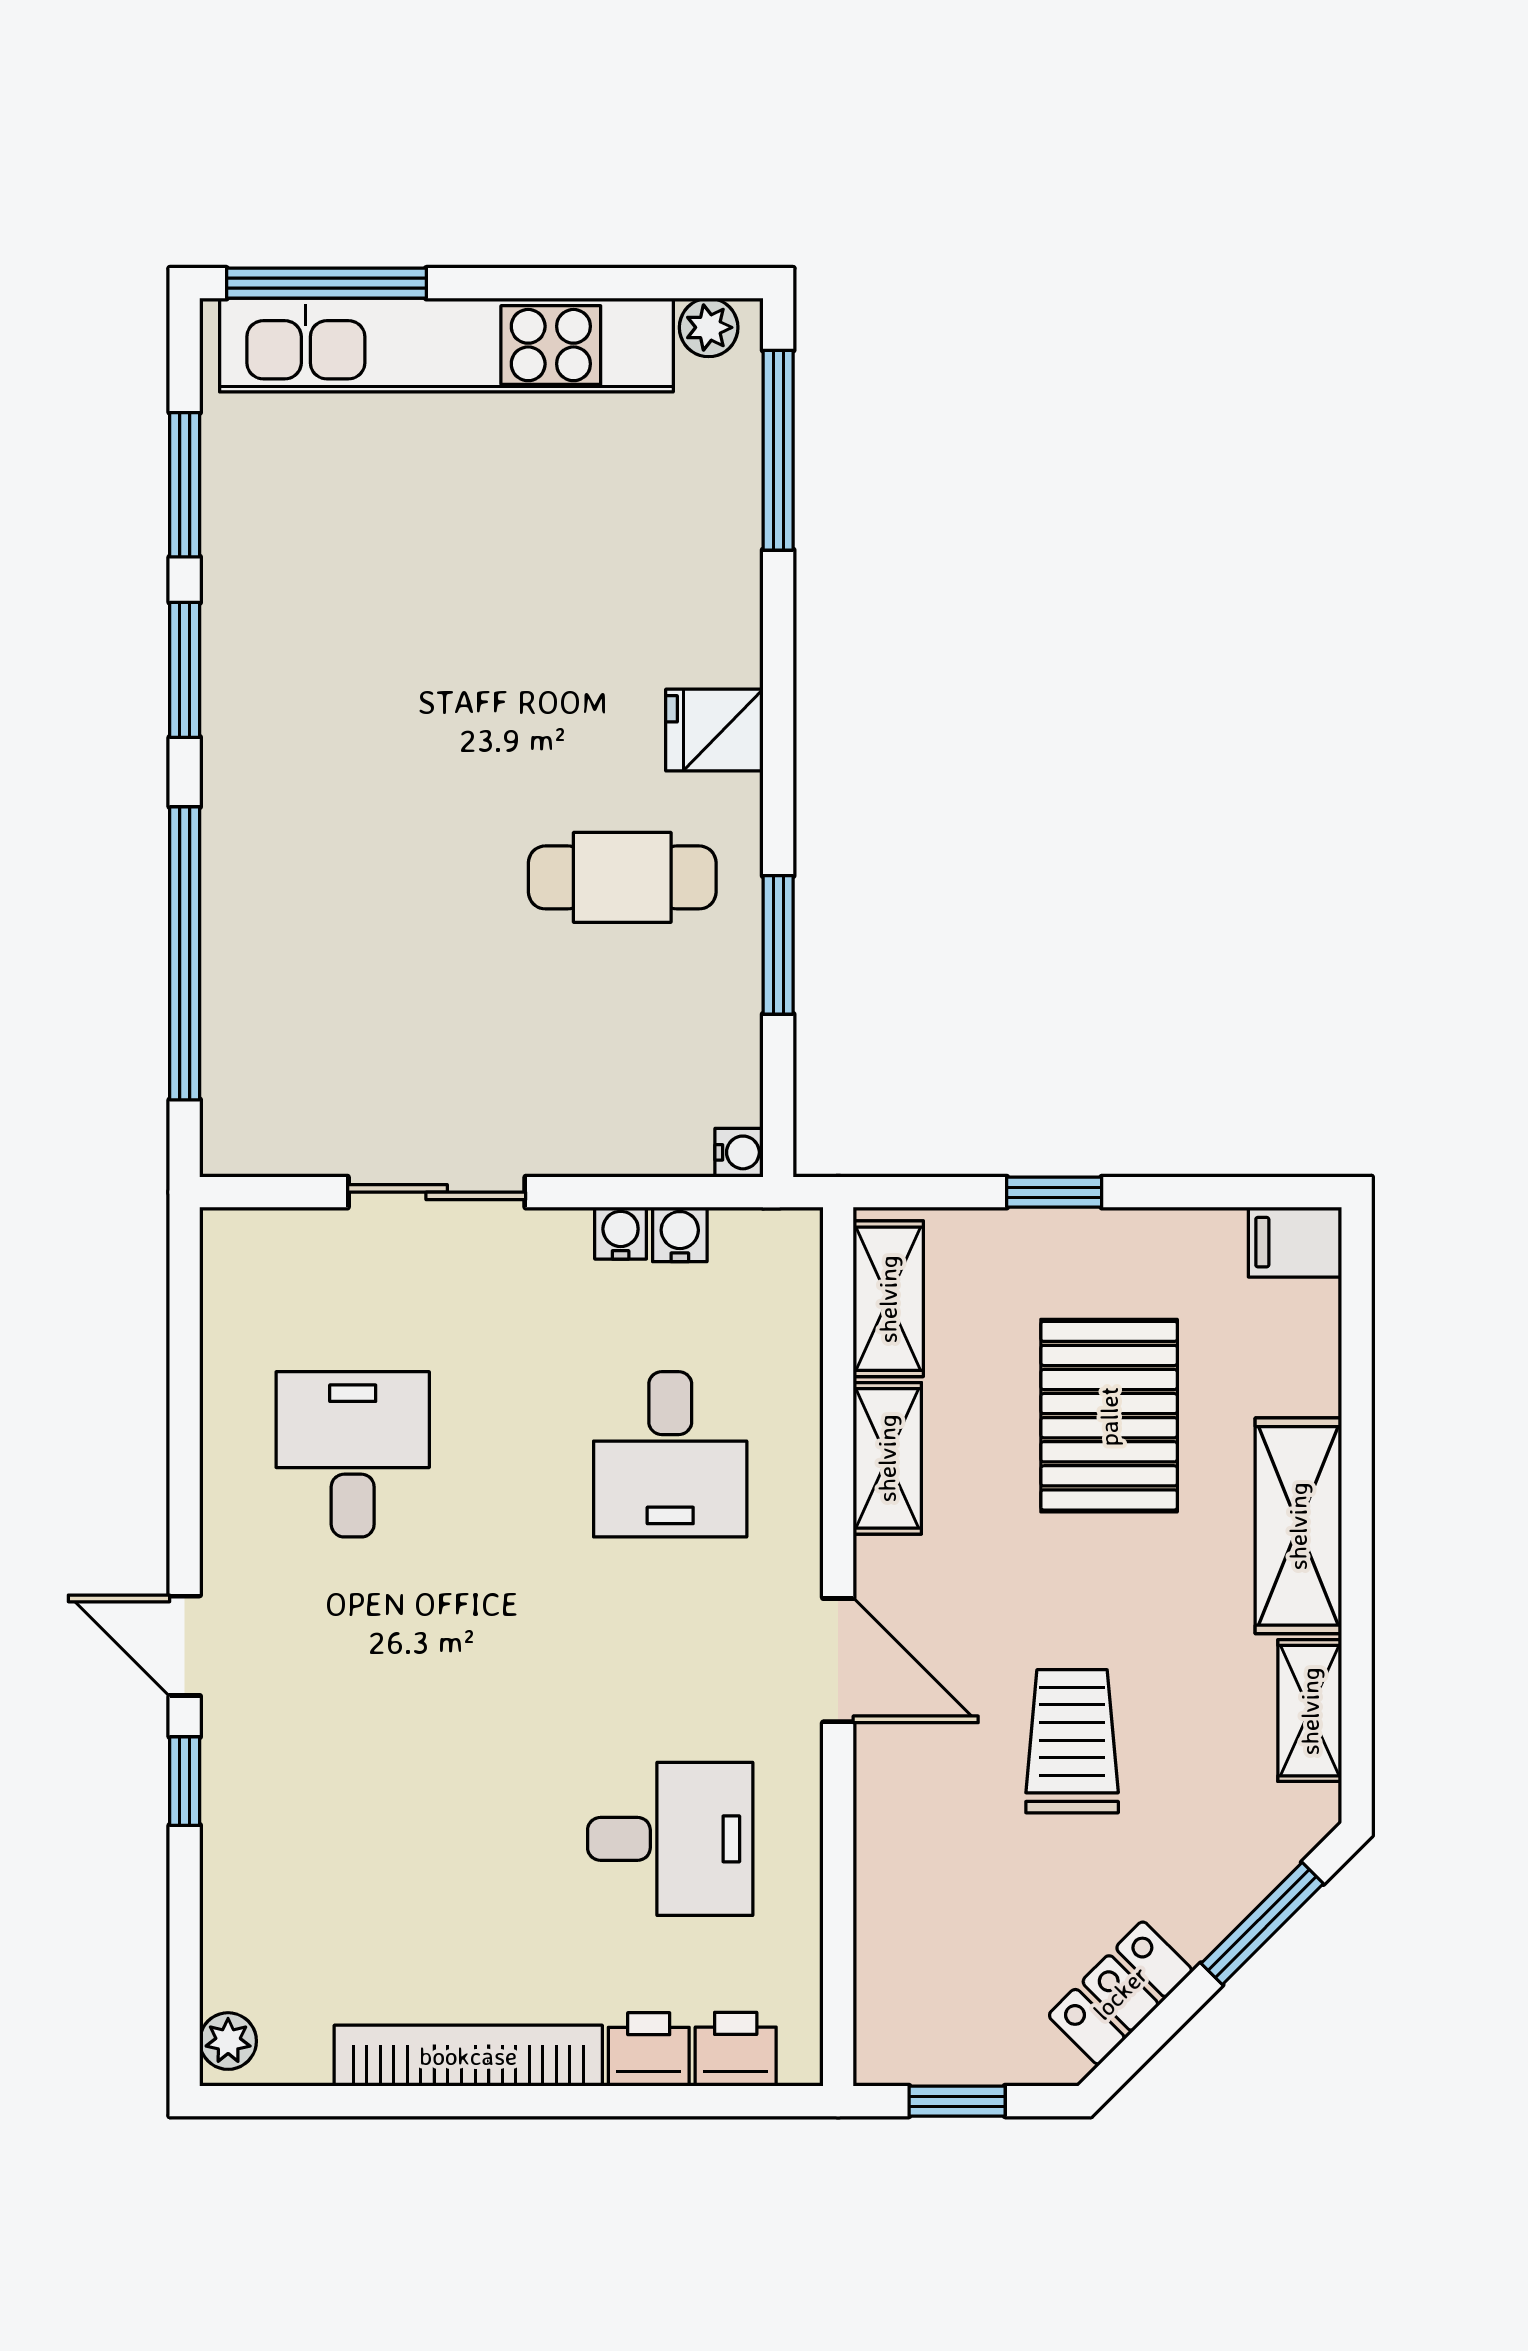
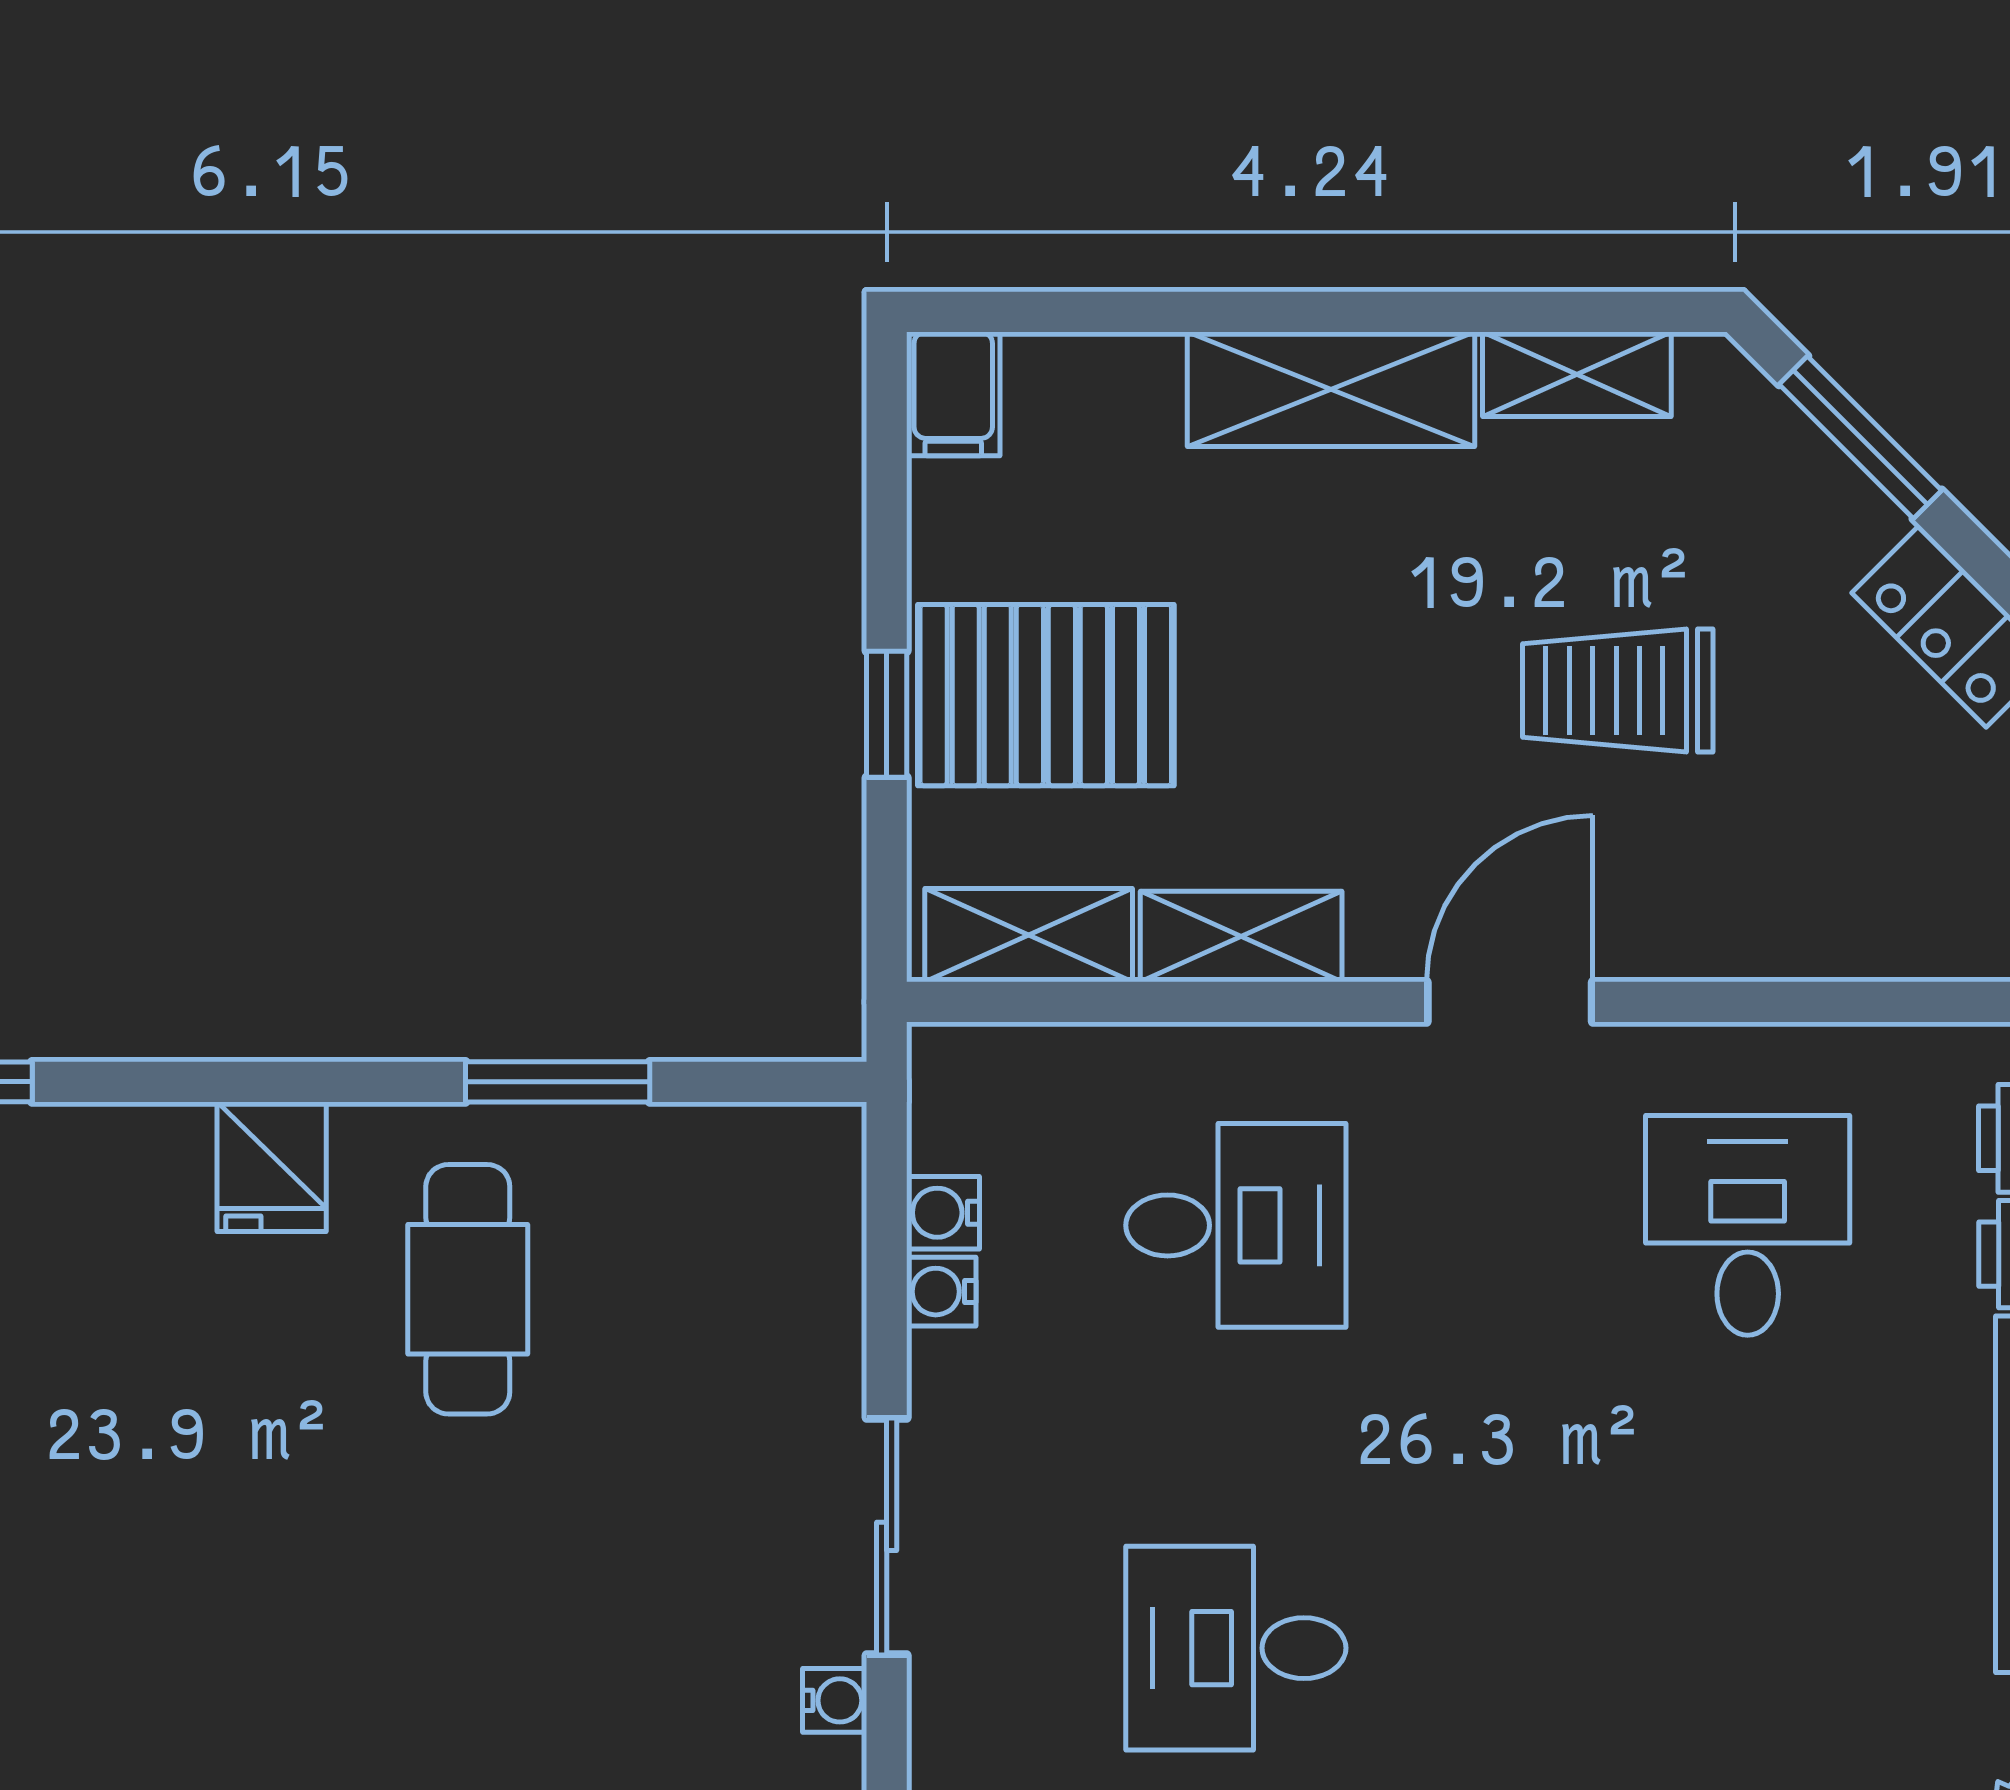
water cooler: (739, 1152) -> (835, 1700), moved, turned 90
pallet: (1109, 1416) -> (1046, 695), moved

